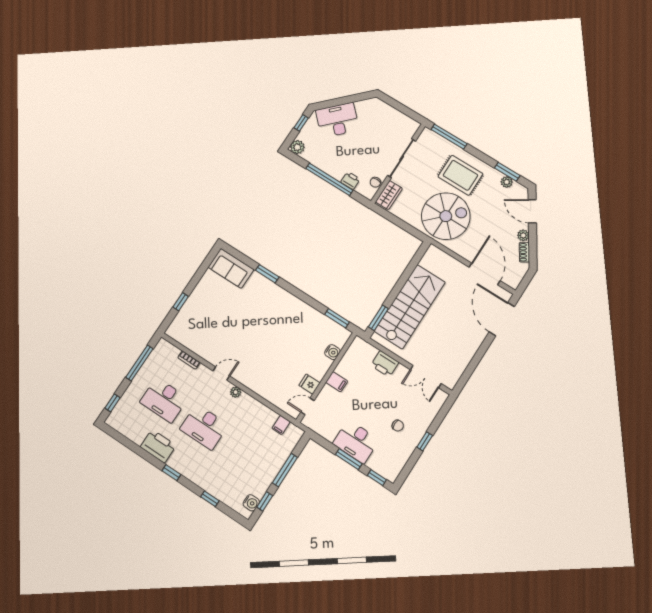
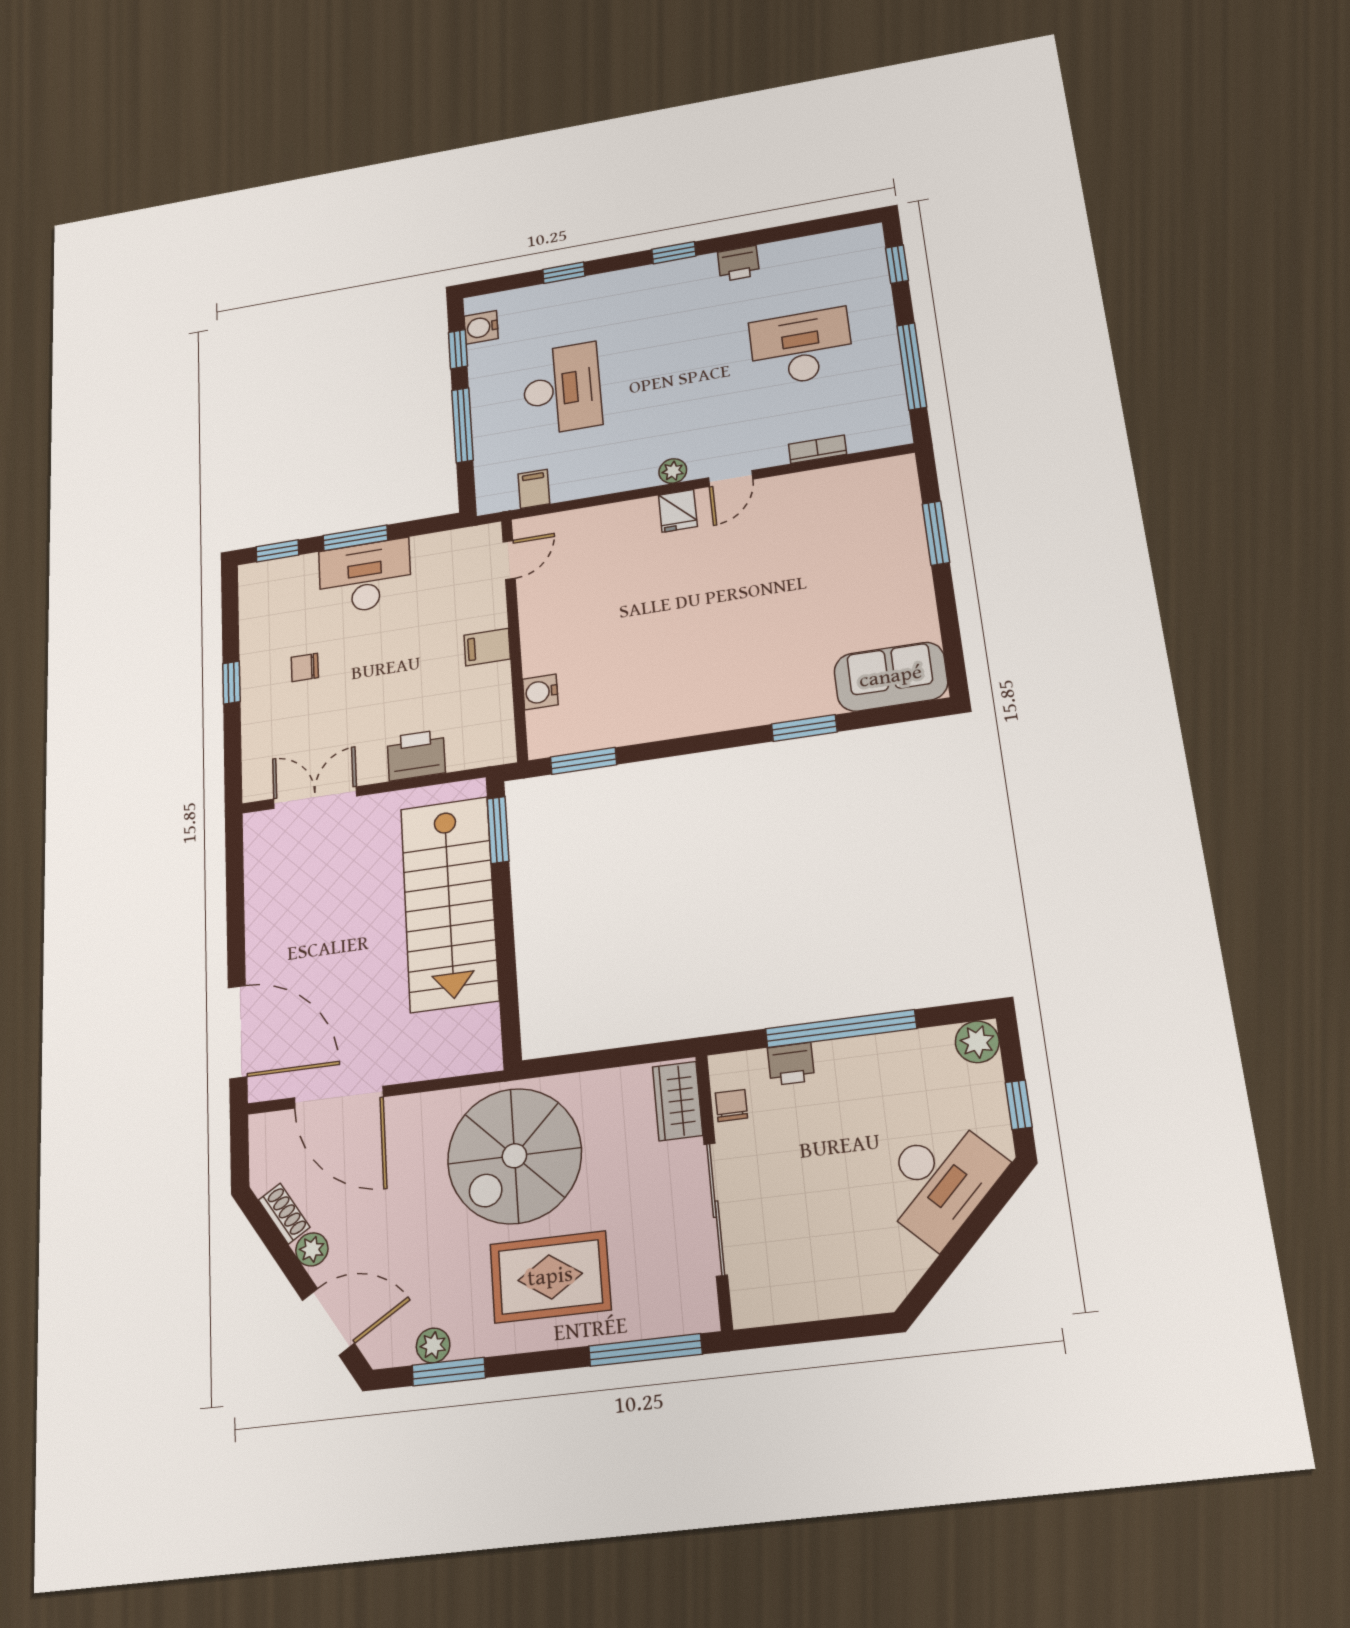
window: (181, 302) -> (936, 533), width x1.50
fridge: (310, 384) -> (678, 511), moved, turned 90
desk: (204, 427) -> (562, 389), moved, turned 90
printer: (158, 446) -> (738, 263), width x0.53, depth x0.68

